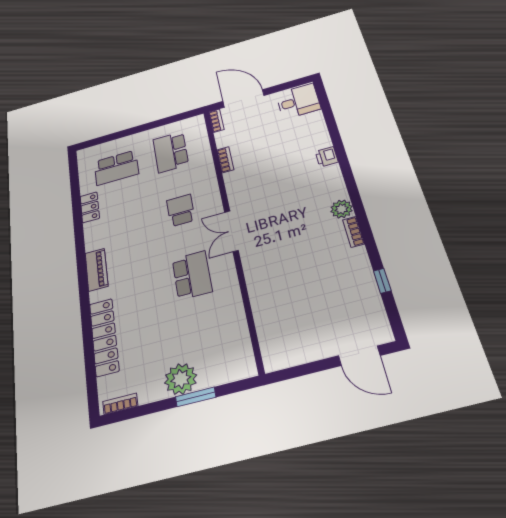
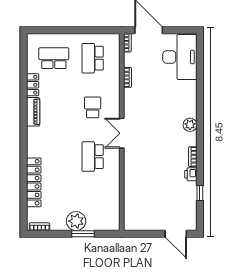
desk: (298, 101) -> (180, 57), width x1.87, depth x1.30
printer: (327, 157) -> (191, 174), moved
school desk: (116, 168) -> (54, 58), turned 180
plant: (342, 209) -> (190, 125), moved
piano: (96, 270) -> (33, 112), moved
school desk: (192, 275) -> (93, 157), turned 180

